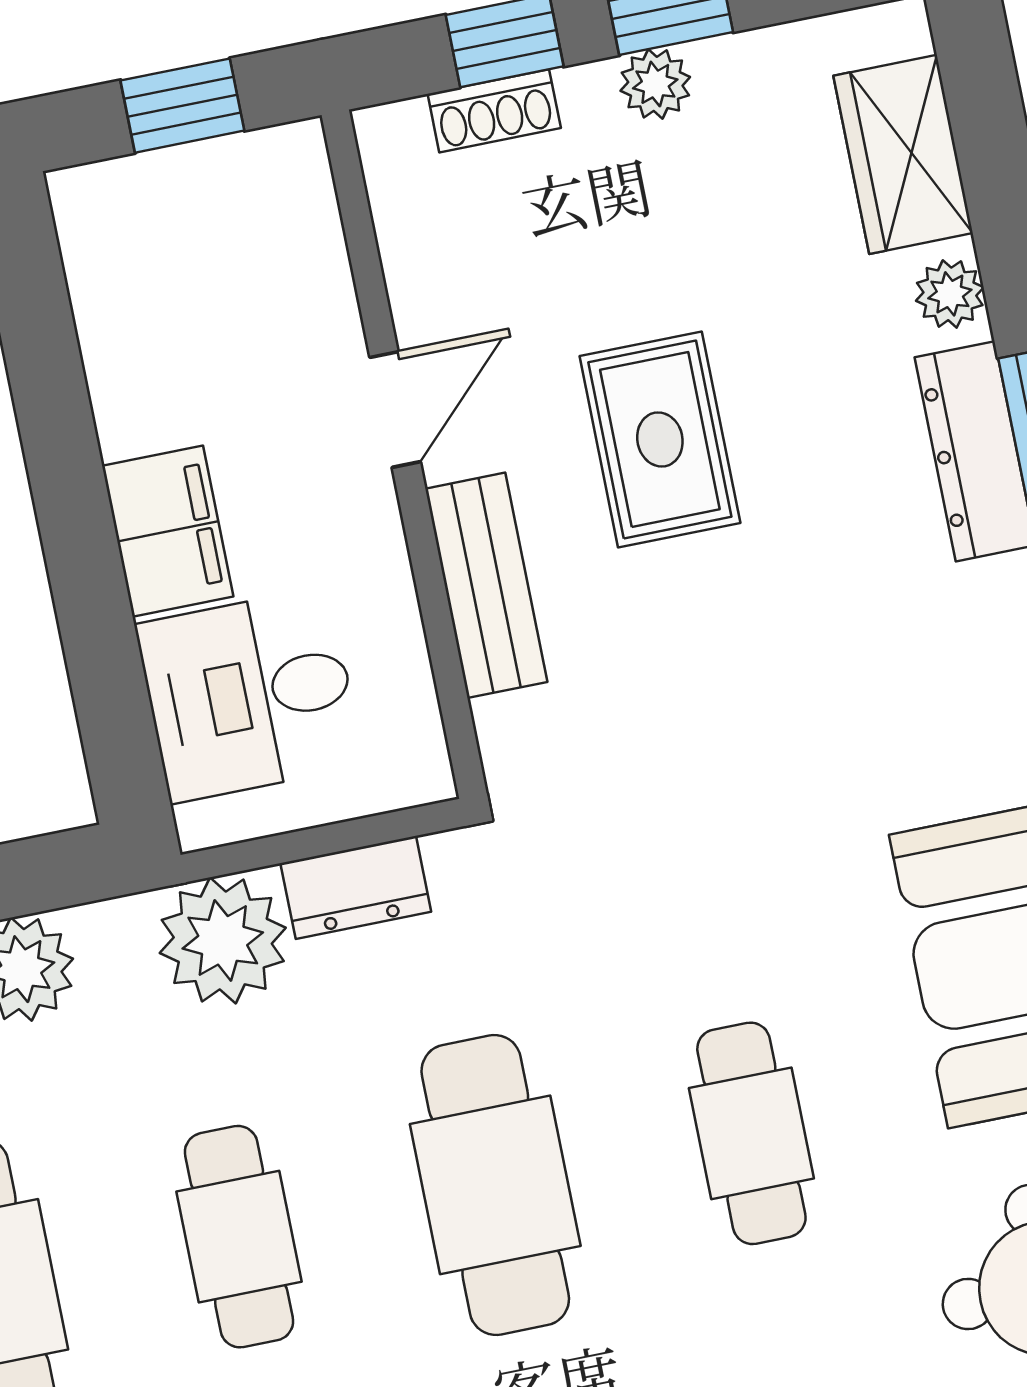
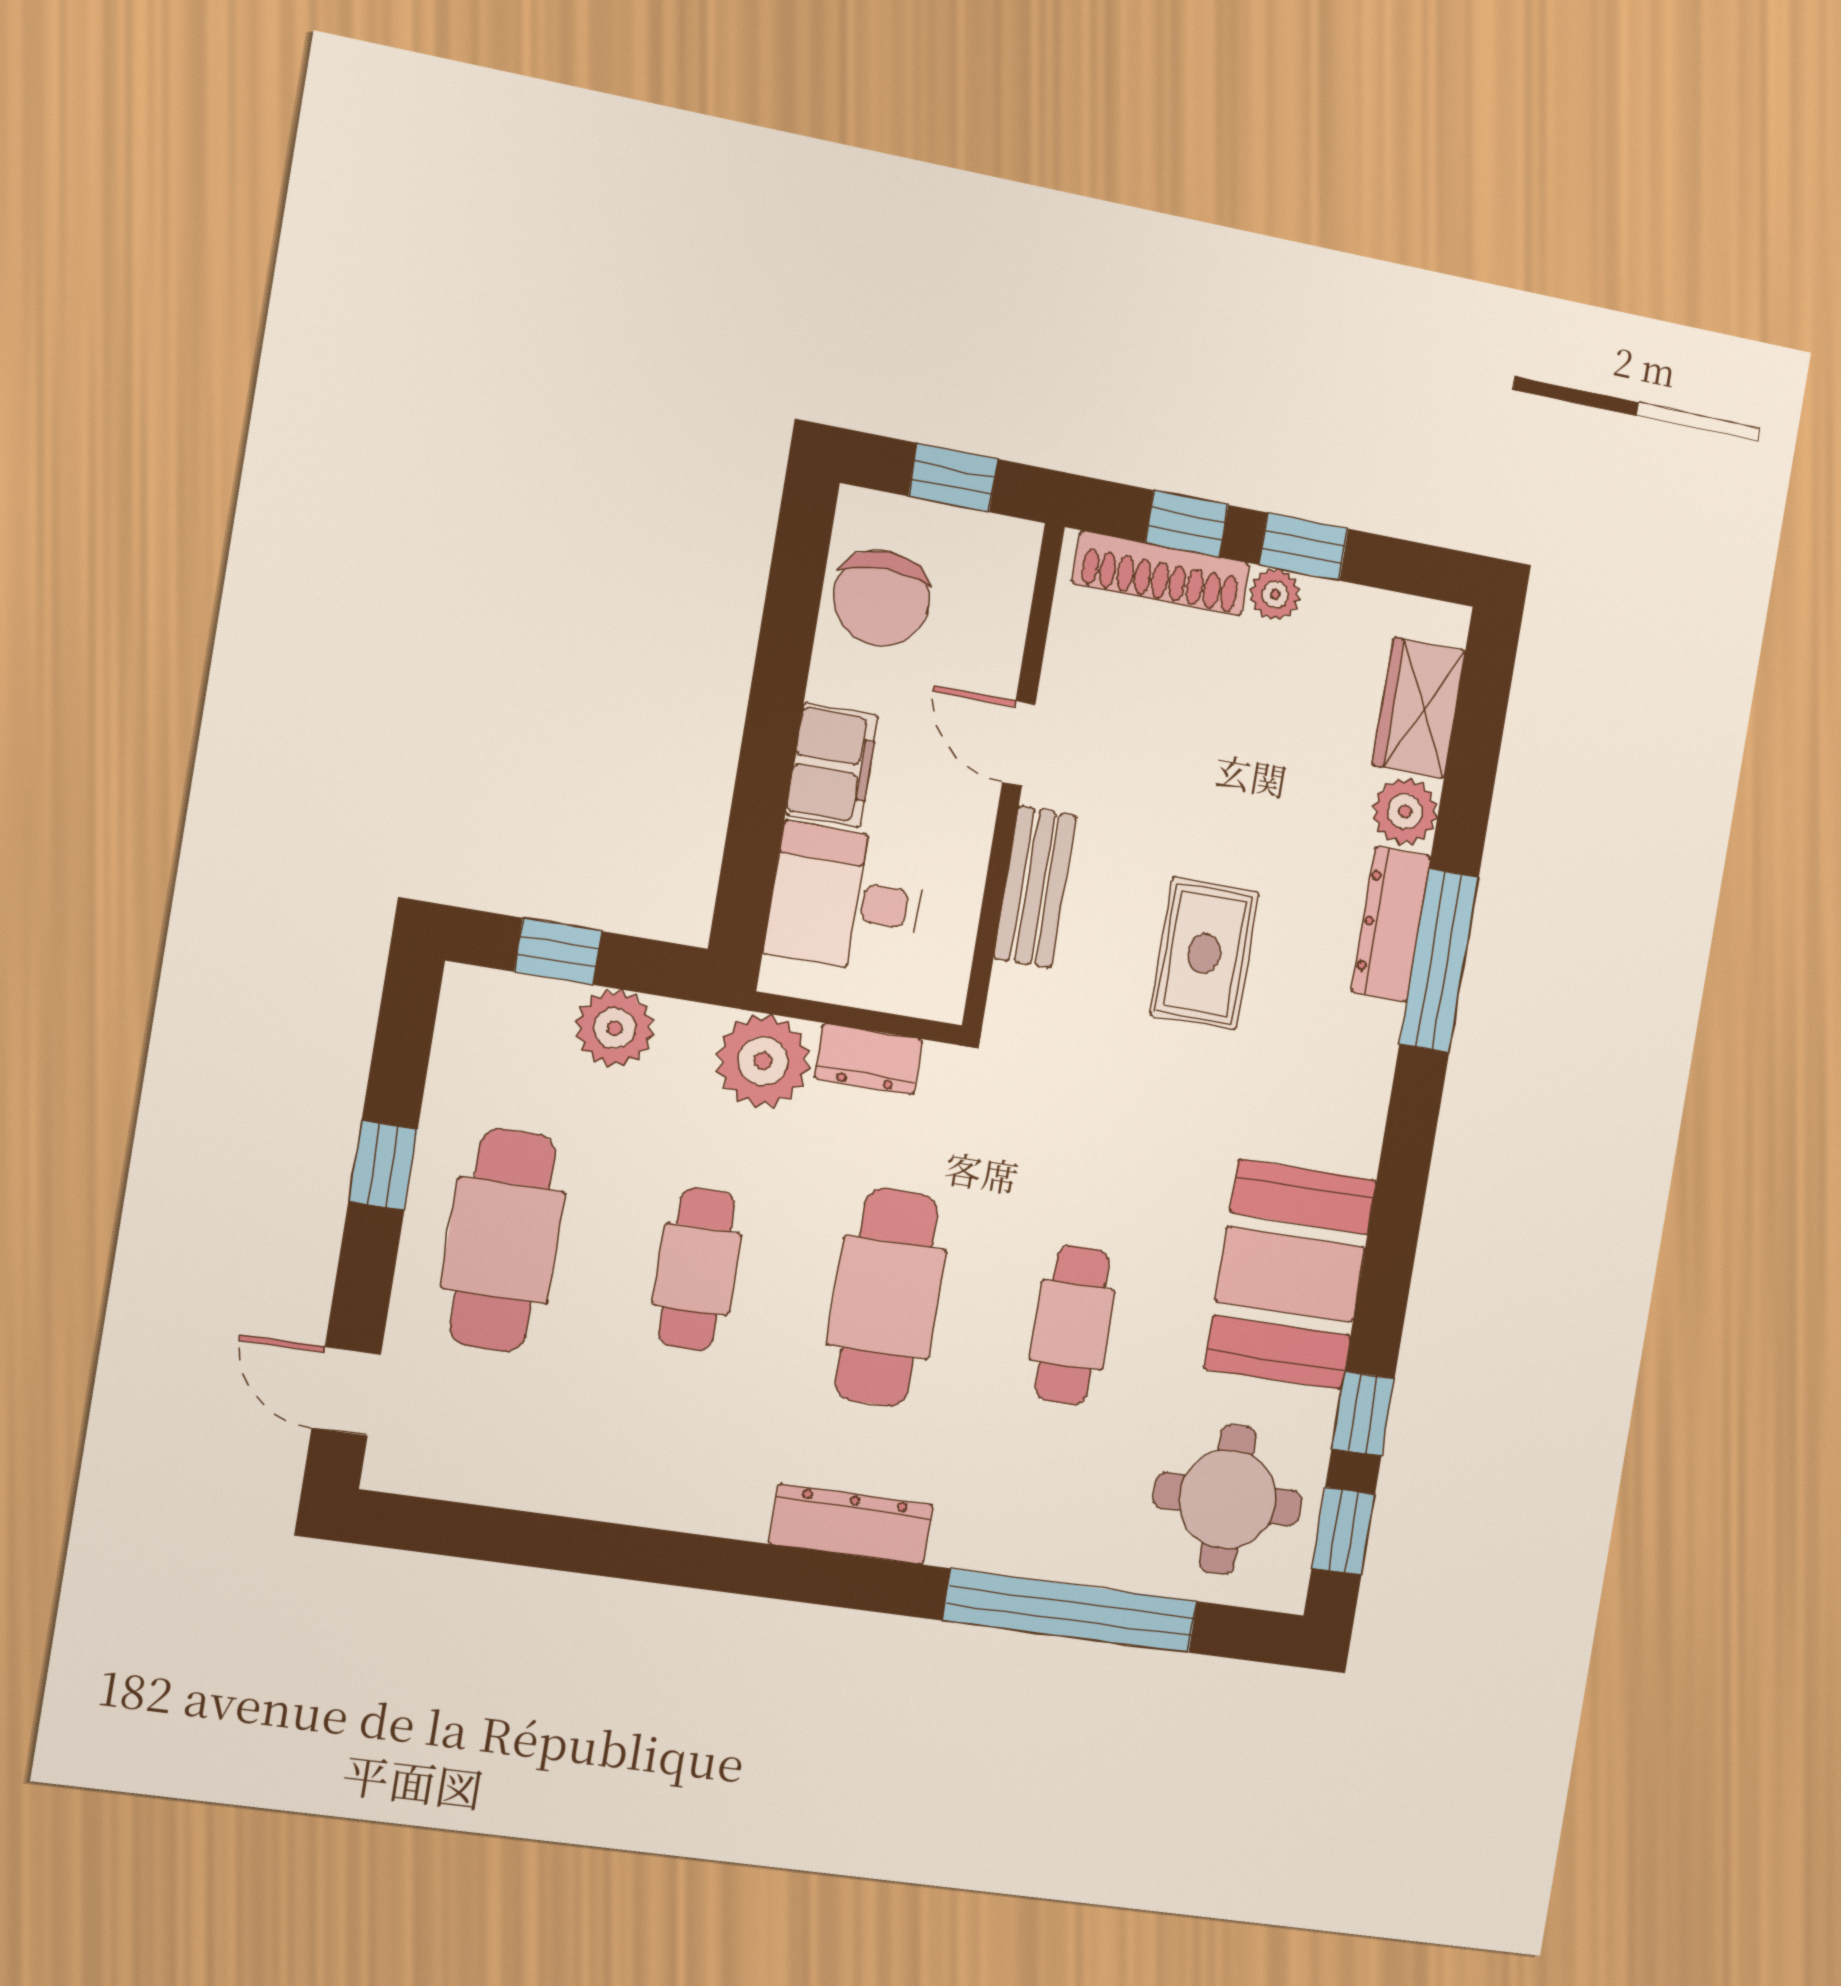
shoe rack: (494, 111) -> (1161, 573), width x1.94, depth x1.24
plant: (950, 294) -> (1405, 811), width x1.38, depth x1.38
chair: (150, 295) -> (882, 598), added
door: (395, 409) -> (1019, 743), swing flipped
rug: (660, 439) -> (1204, 953), moved

